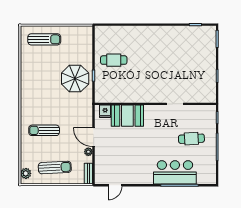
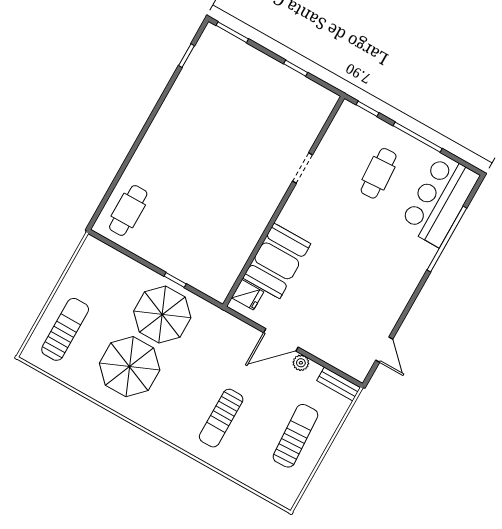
cafe table: (114, 60) -> (128, 210), moved
parasol: (44, 77) -> (130, 367), added
bar counter: (175, 172) -> (440, 200), moved
plant: (26, 173) -> (277, 491), removed

